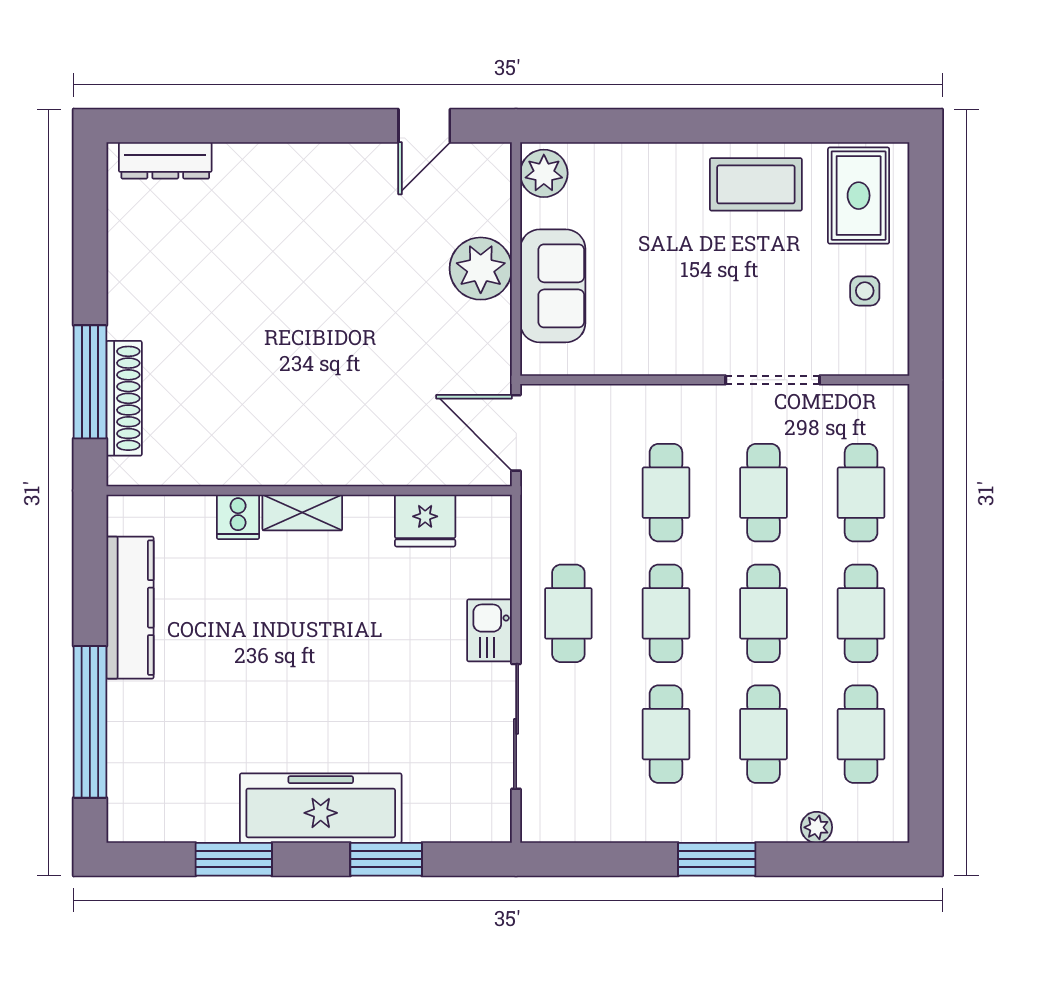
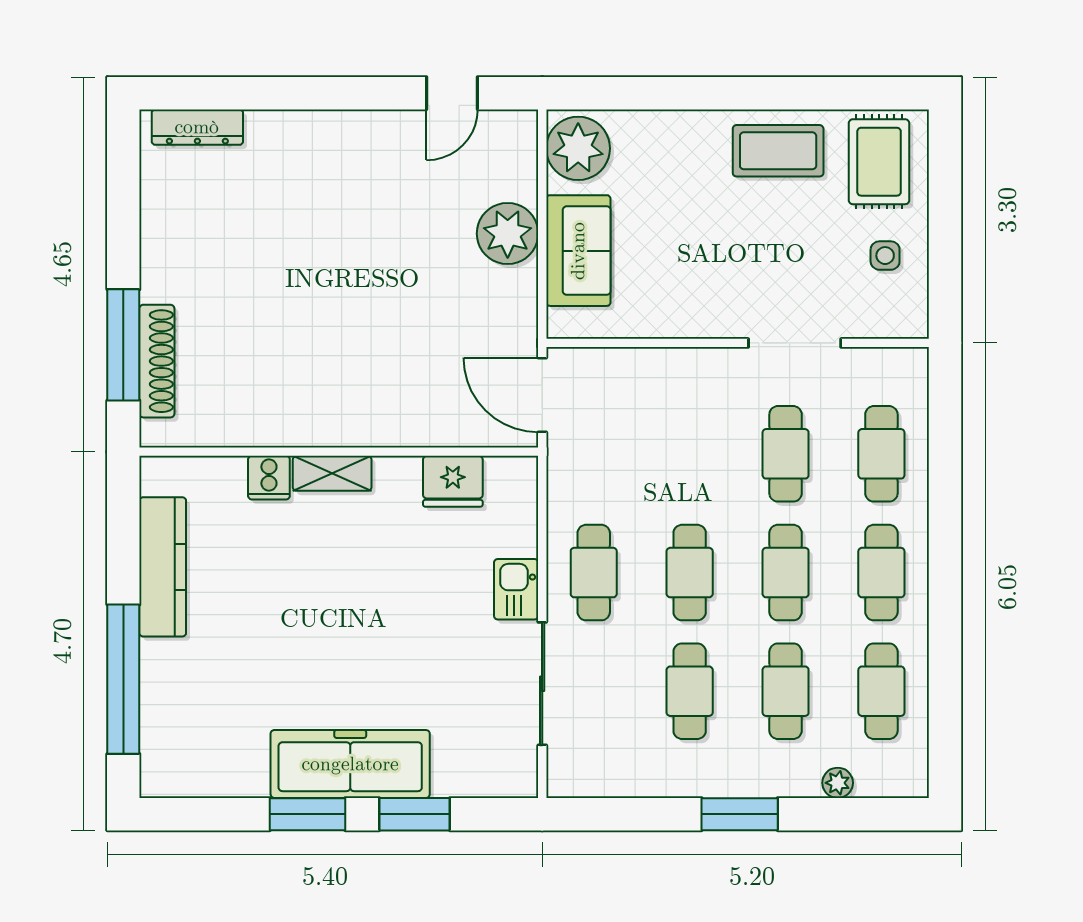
plant: (544, 173) -> (578, 148), width x1.36, depth x1.36
cafe table: (666, 493) -> (690, 454), removed
window: (234, 859) -> (307, 814), moved

